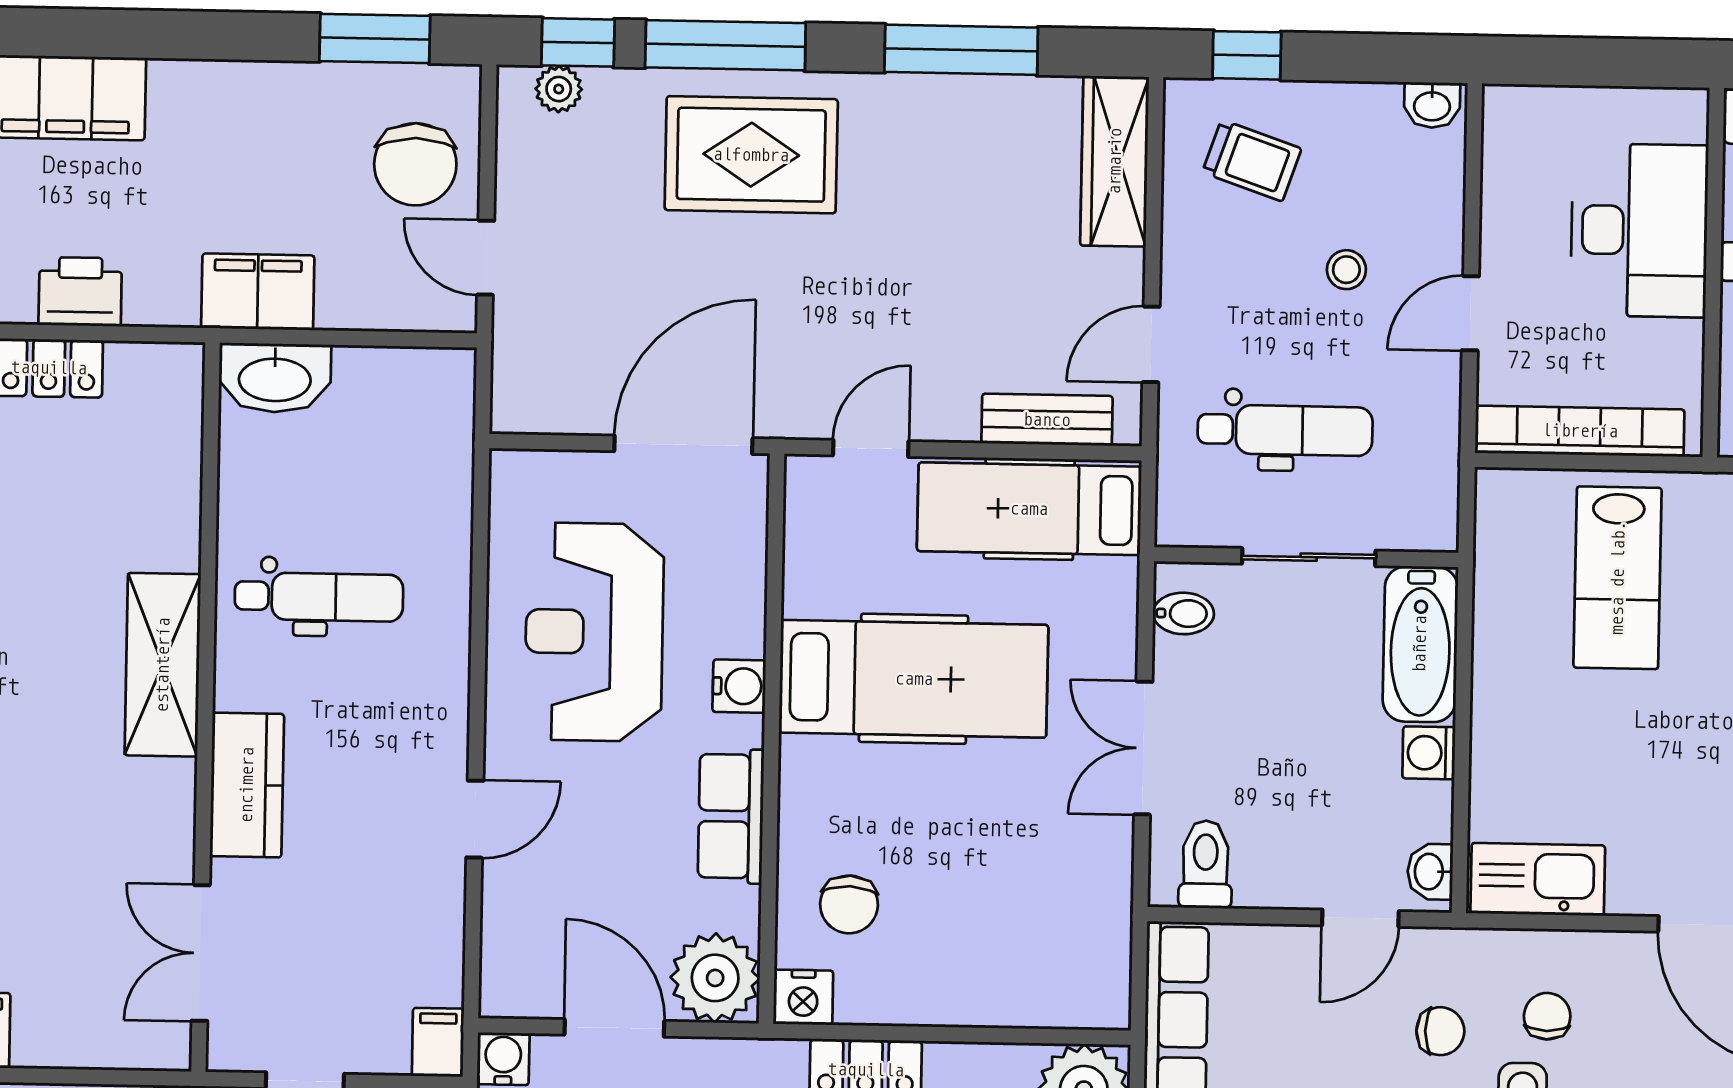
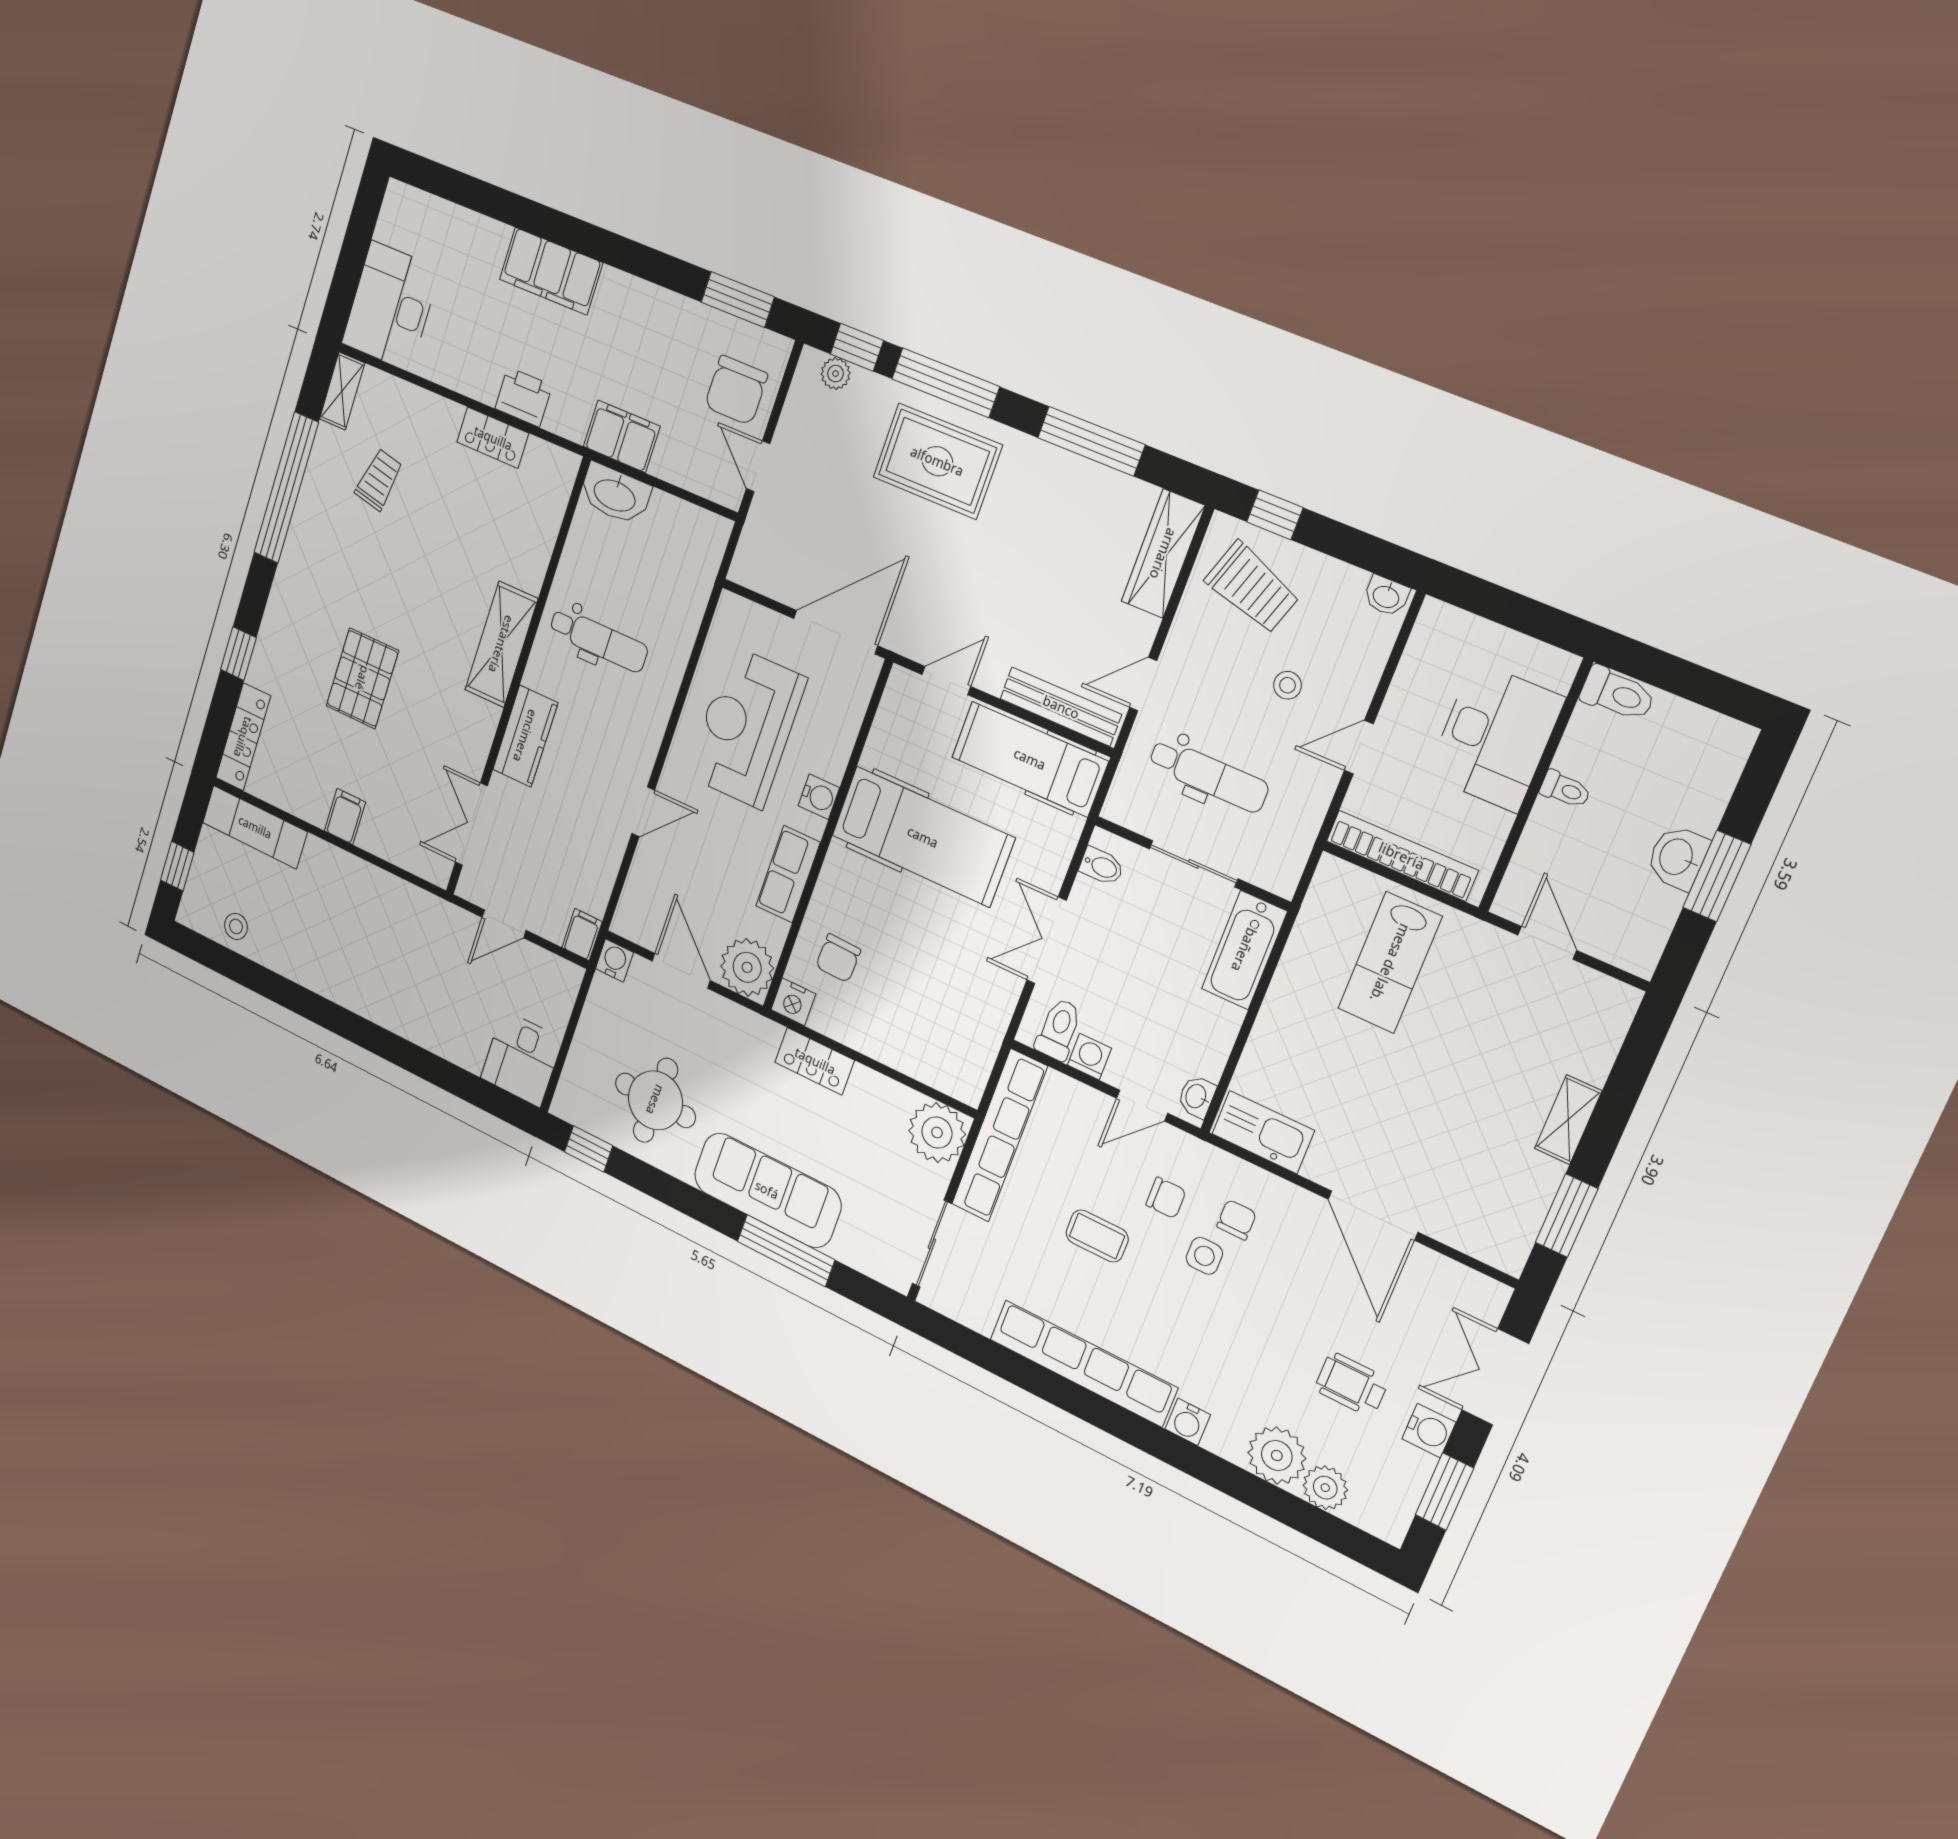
trolley: (1252, 161) -> (1252, 588), width x1.36, depth x1.39
bench: (1047, 420) -> (1061, 707), width x1.36
washing machine: (1429, 753) -> (1089, 1057), moved, turned 90

